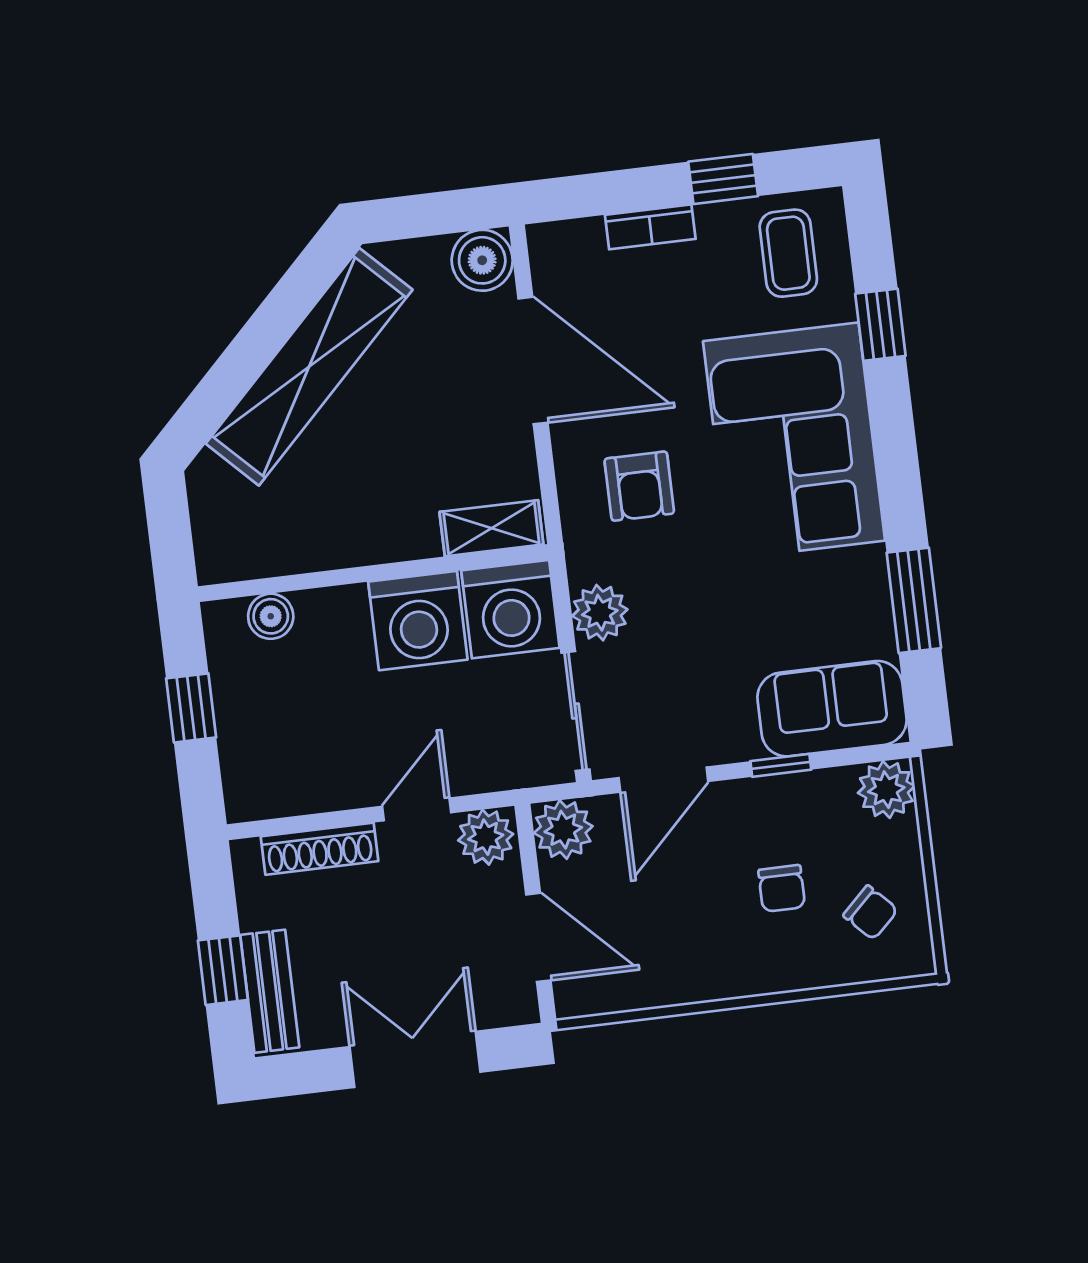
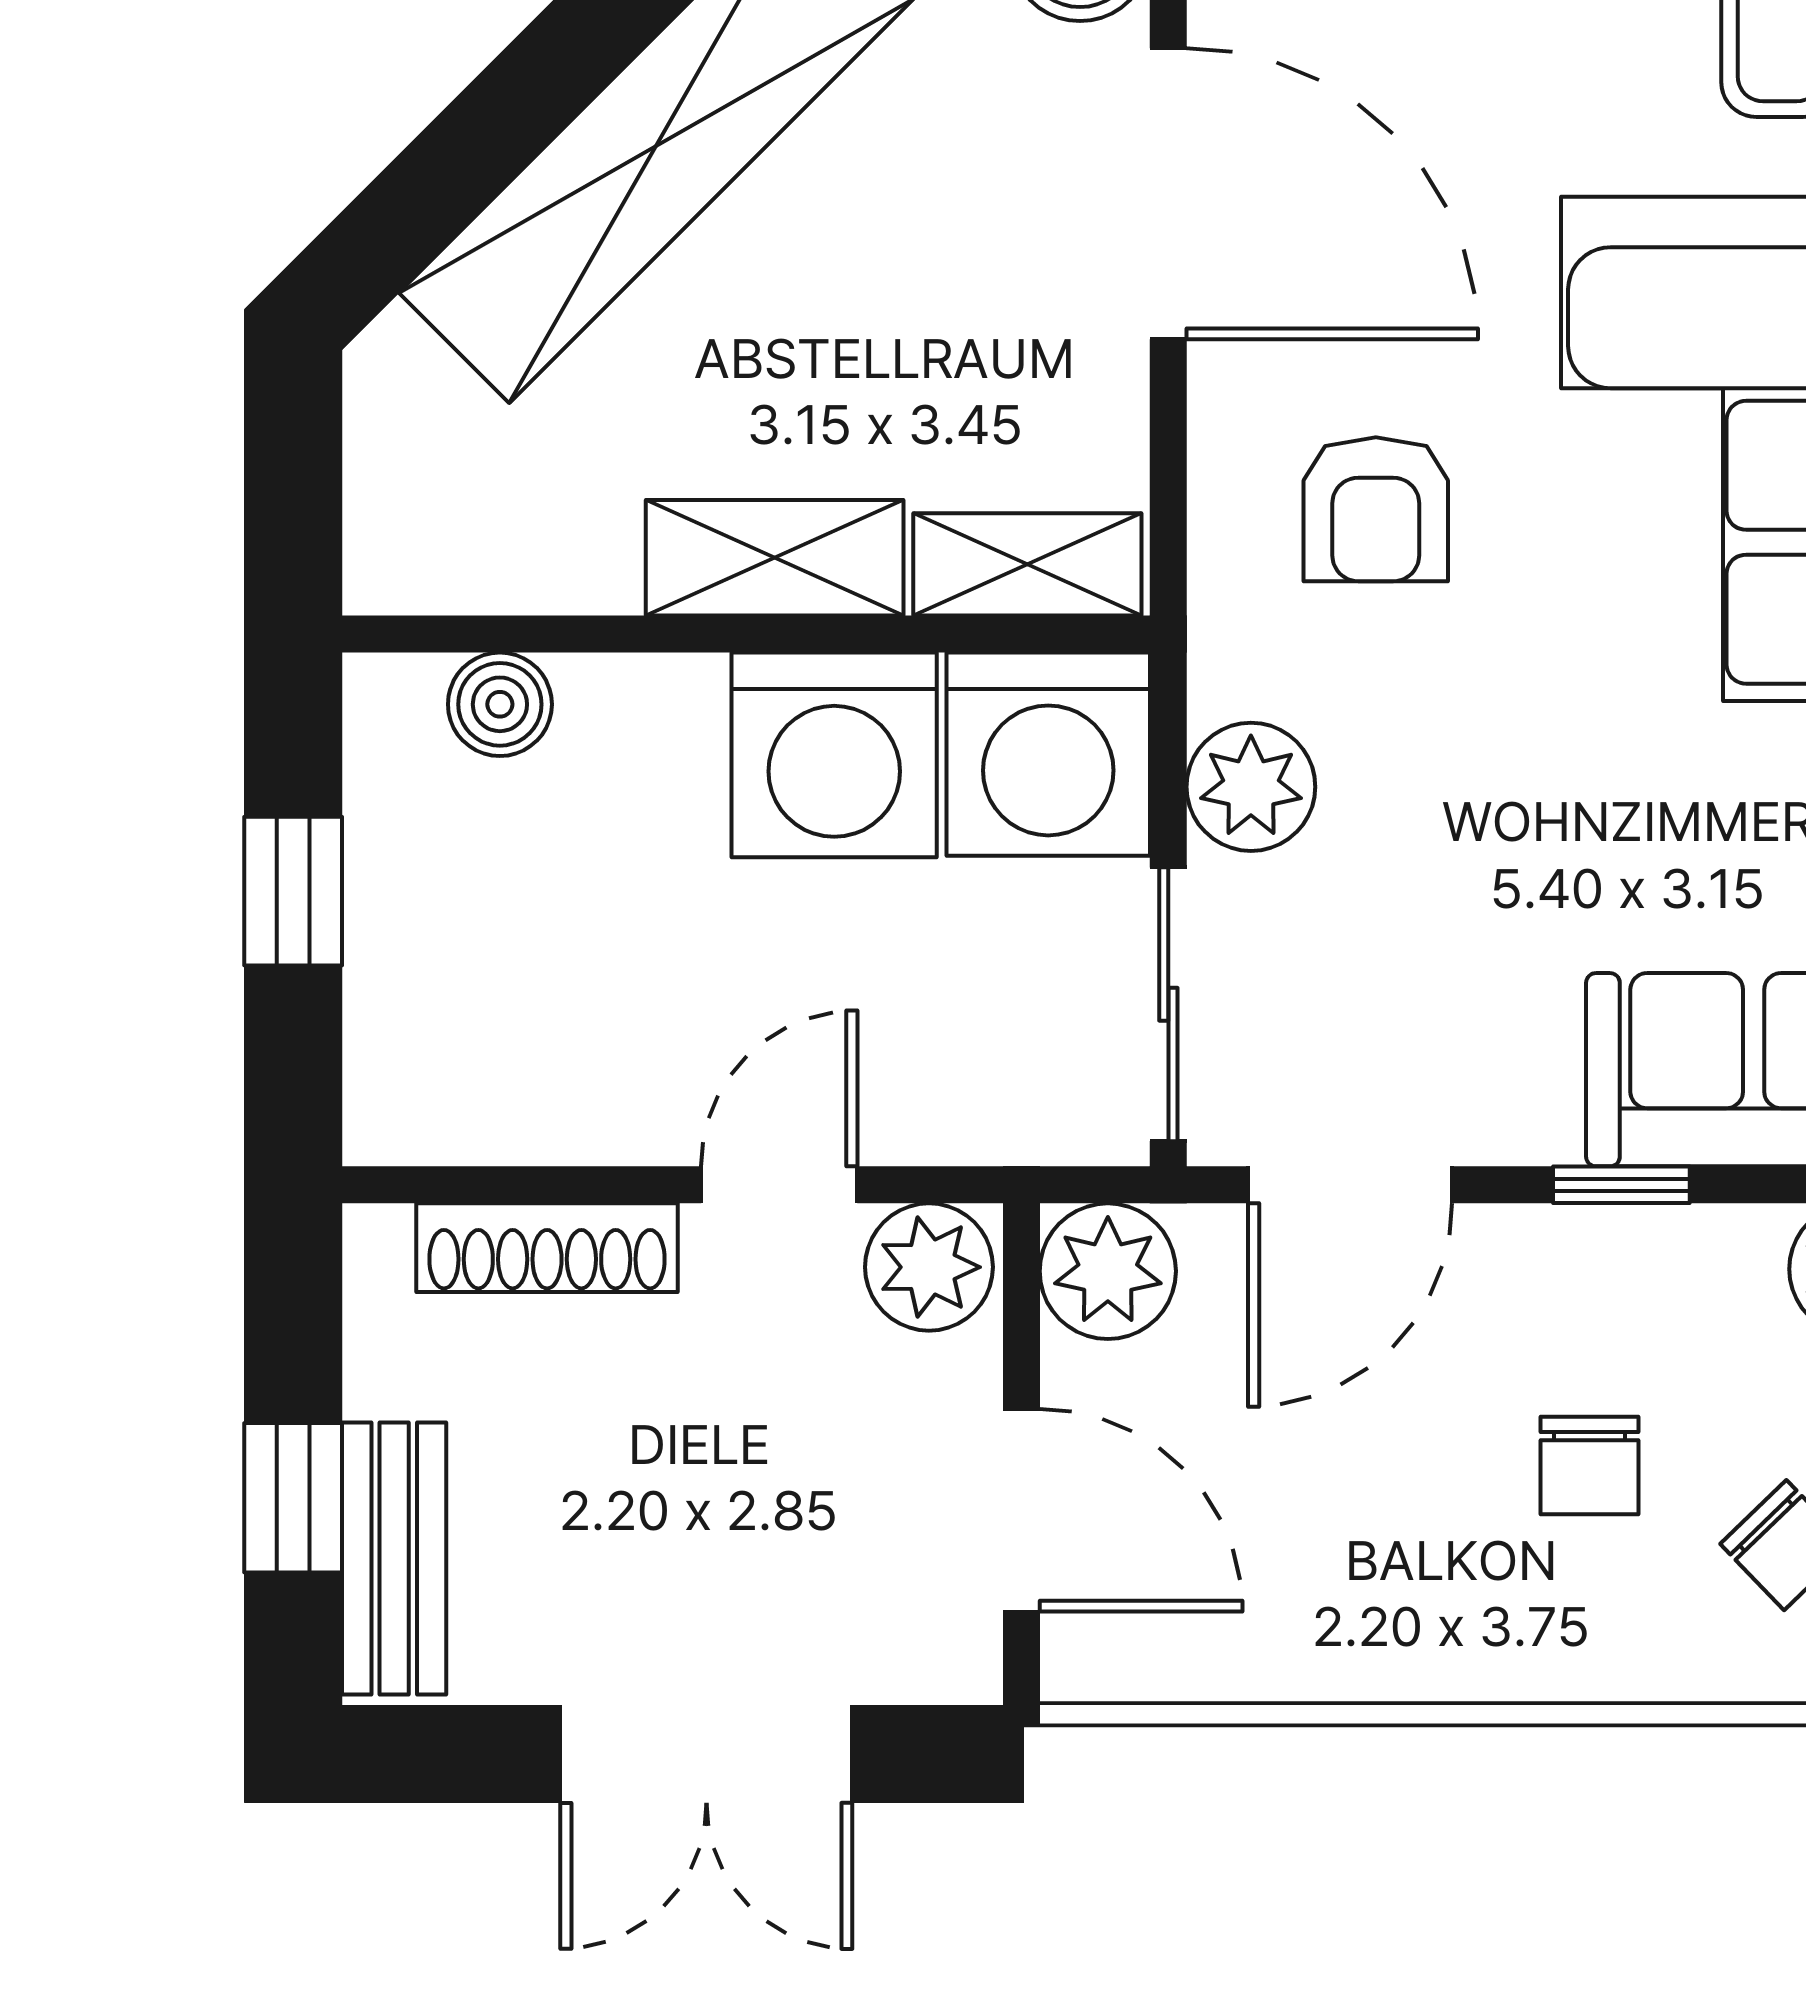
shelving: (382, 539) -> (775, 558), added
double door: (415, 1059) -> (706, 1754), swing flipped

